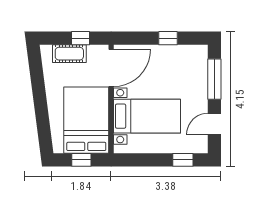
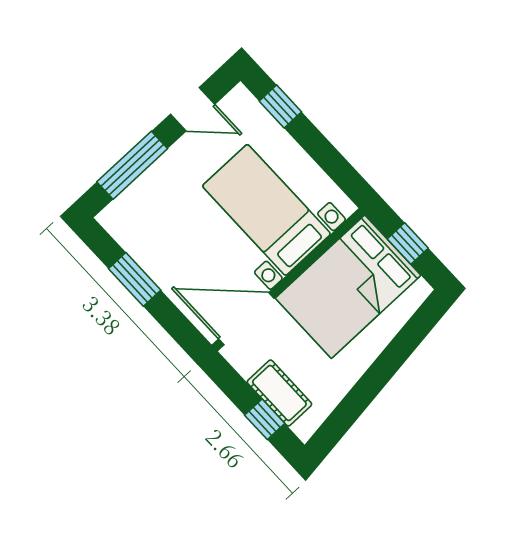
window: (81, 38) -> (265, 419), moved
window: (168, 38) -> (135, 279), width x1.50

